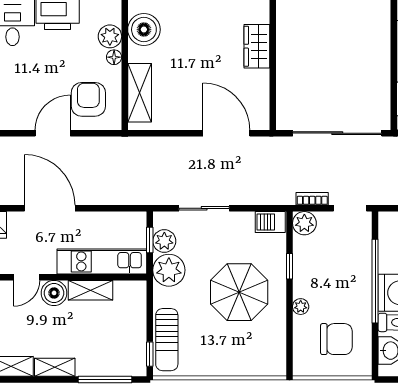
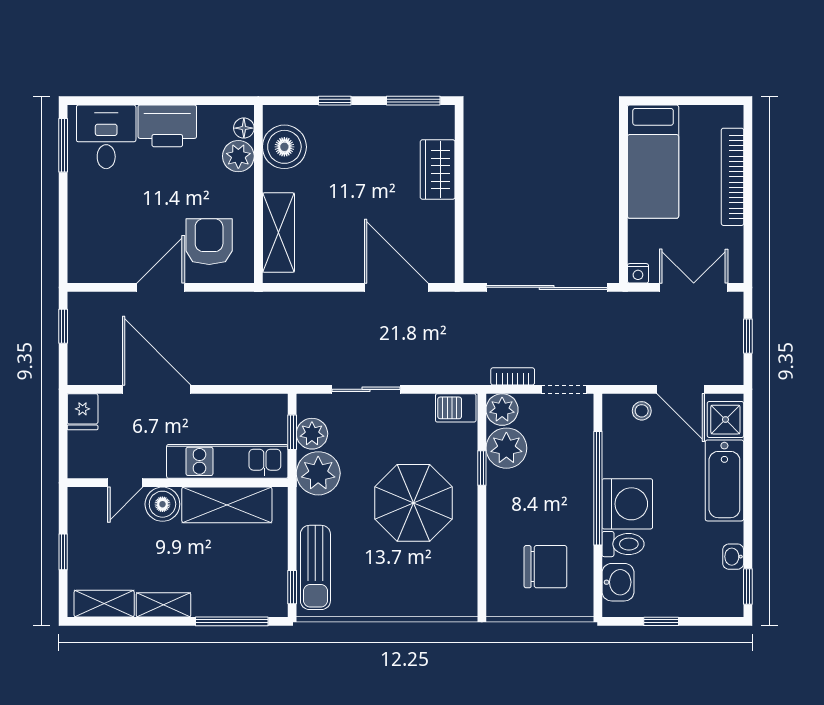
floor lamp: (114, 57) -> (244, 128), moved
shelving: (90, 290) -> (227, 505), width x1.50, depth x1.33
plant: (301, 307) -> (506, 448), moved, width x1.88, depth x1.88

